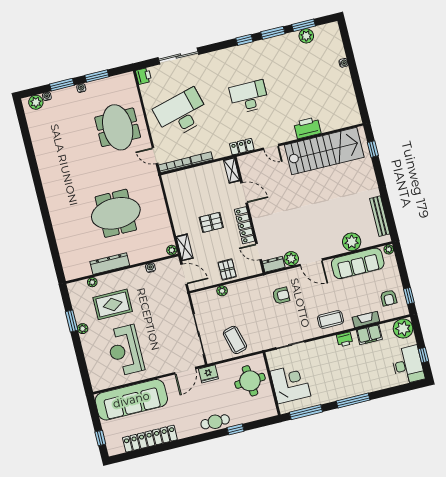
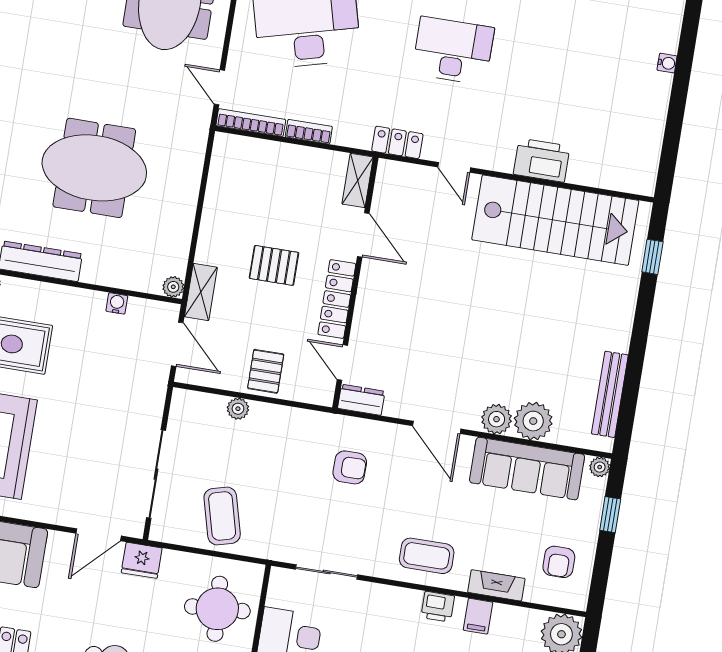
plant: (291, 259) -> (497, 419), moved
window: (409, 296) -> (610, 515), moved
filing cabinet: (369, 335) -> (478, 616), width x0.50

